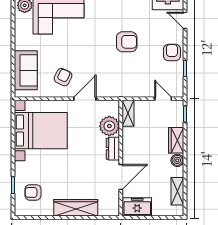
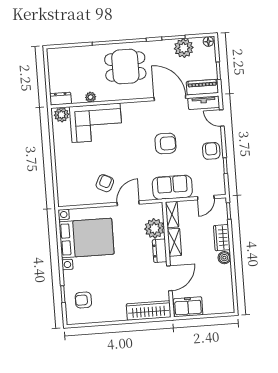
sofa: (26, 70) -> (172, 187), moved, turned -90
door: (163, 99) -> (206, 198), swing flipped
shelving: (177, 191) -> (174, 242), moved
wardrobe: (76, 208) -> (149, 311), moved

